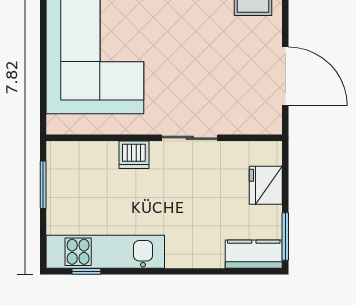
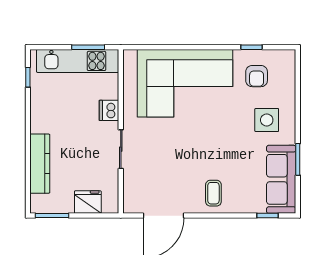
kitchen unit: (105, 252) -> (78, 61), moved, turned 90
kitchen counter: (254, 254) -> (40, 164), moved, width x1.50

